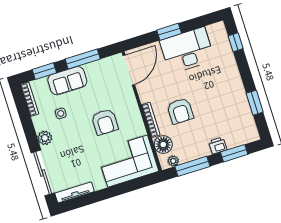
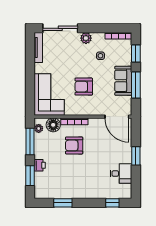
desk: (187, 50) -> (121, 174), width x0.53, depth x0.77
sofa: (67, 81) -> (123, 81), moved

